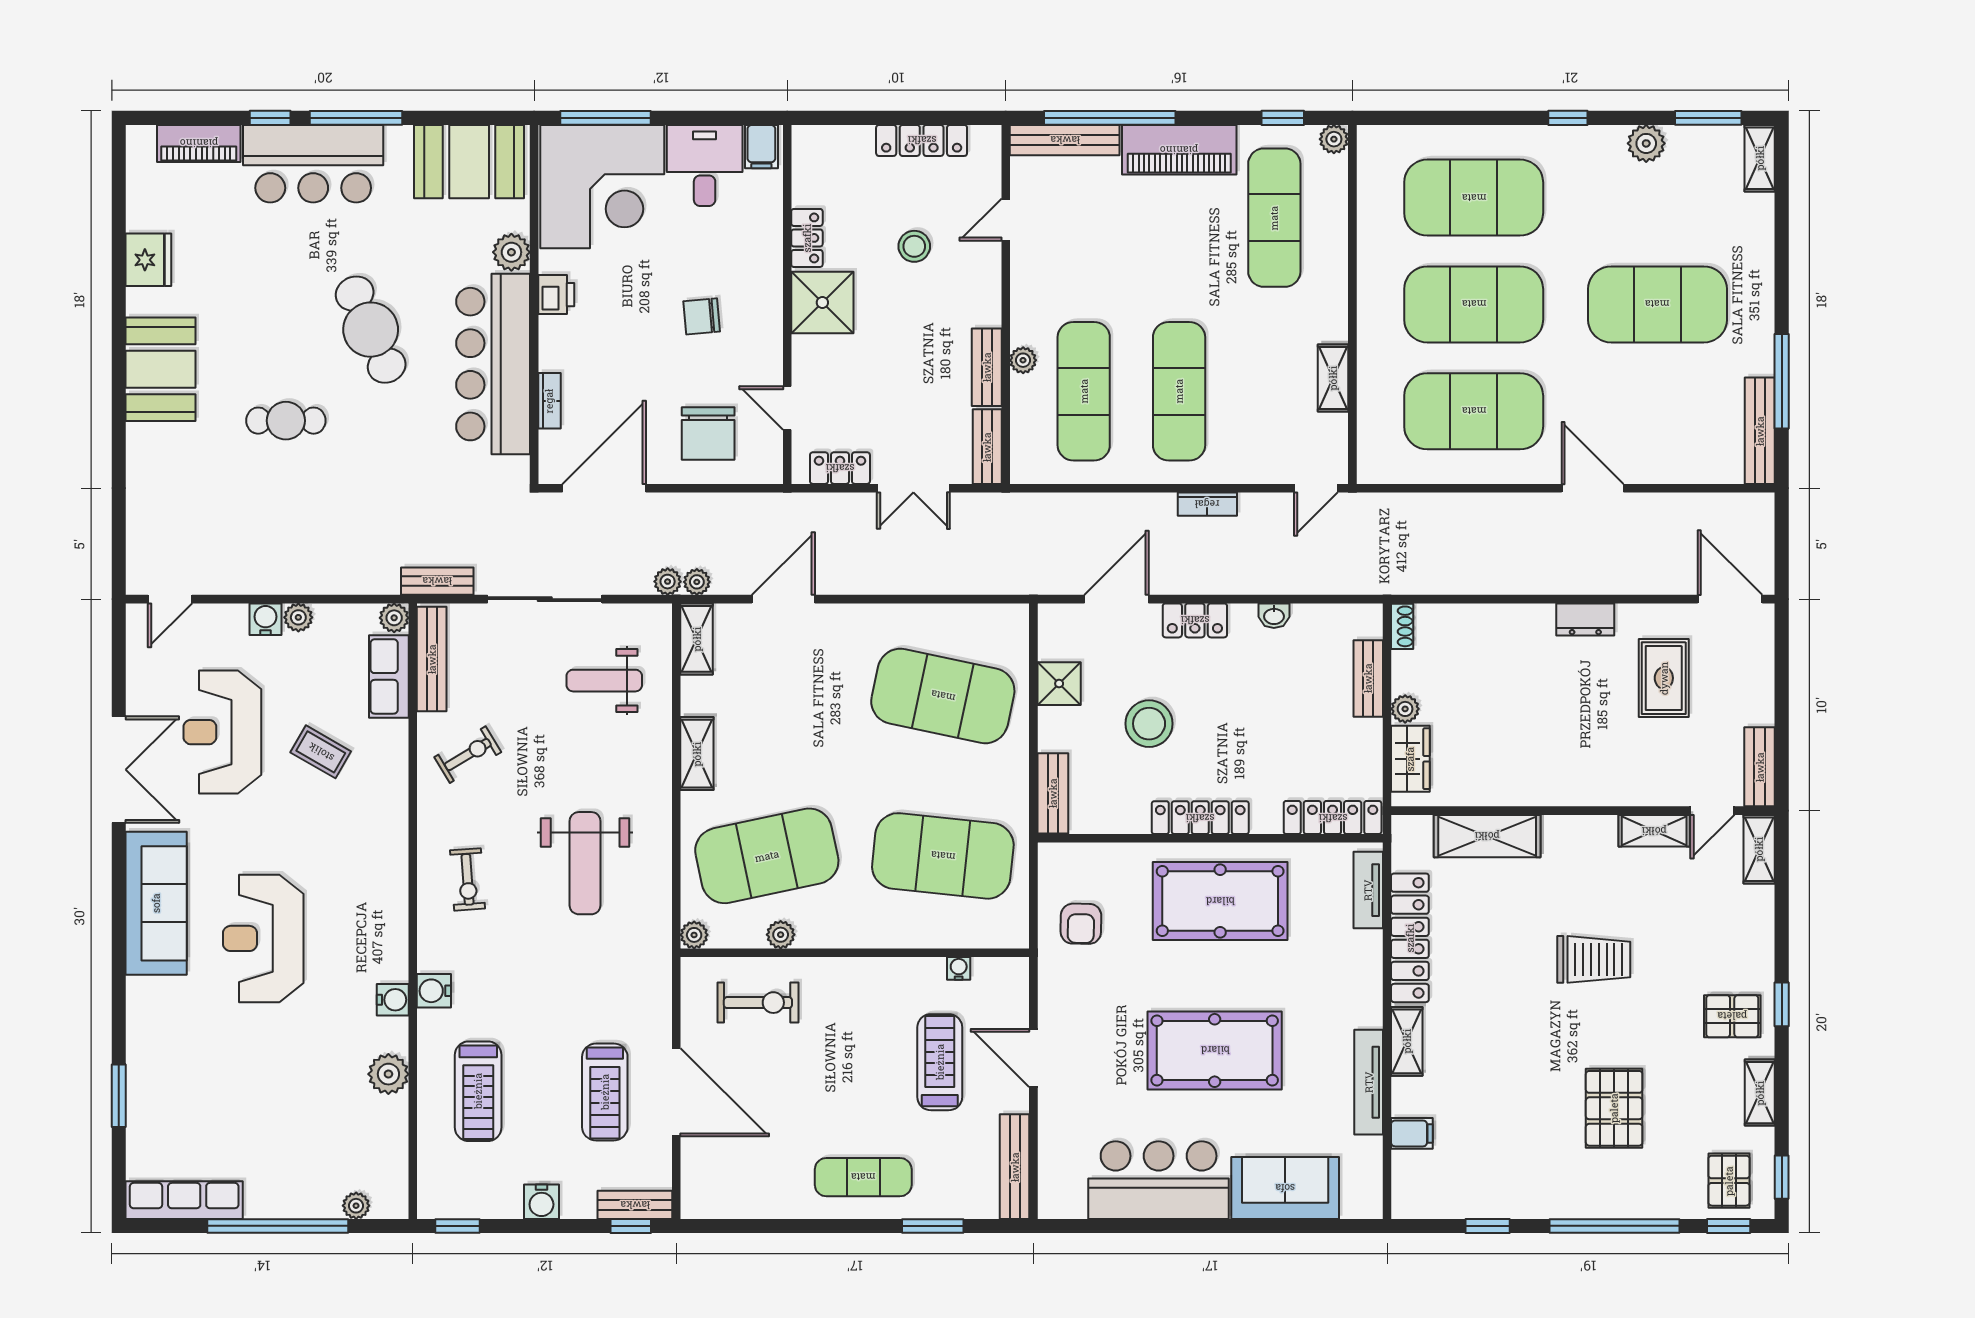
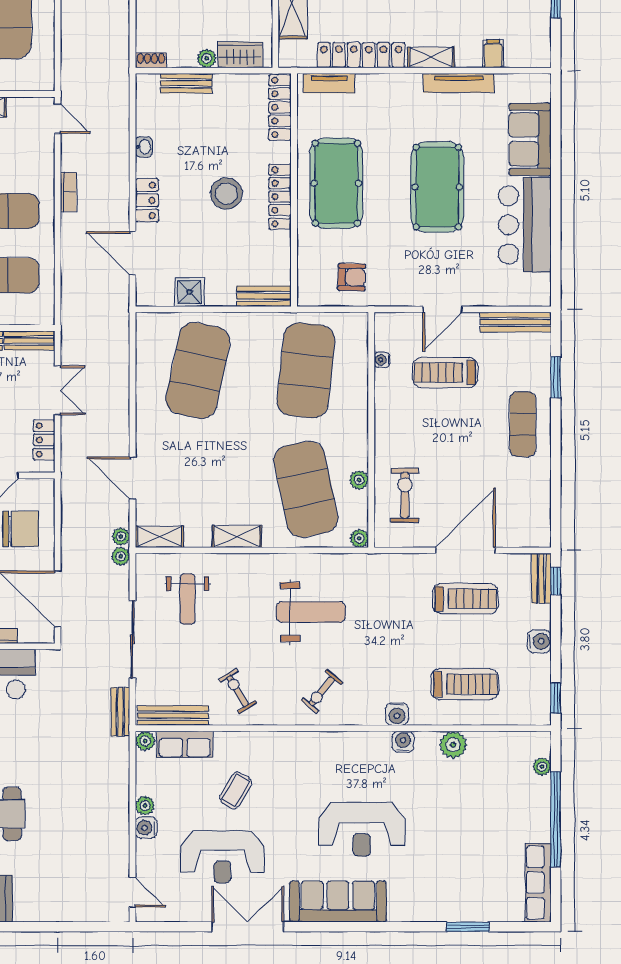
stool: (1149, 724) -> (226, 194), moved
exercise bike: (468, 879) -> (322, 691), turned 134

